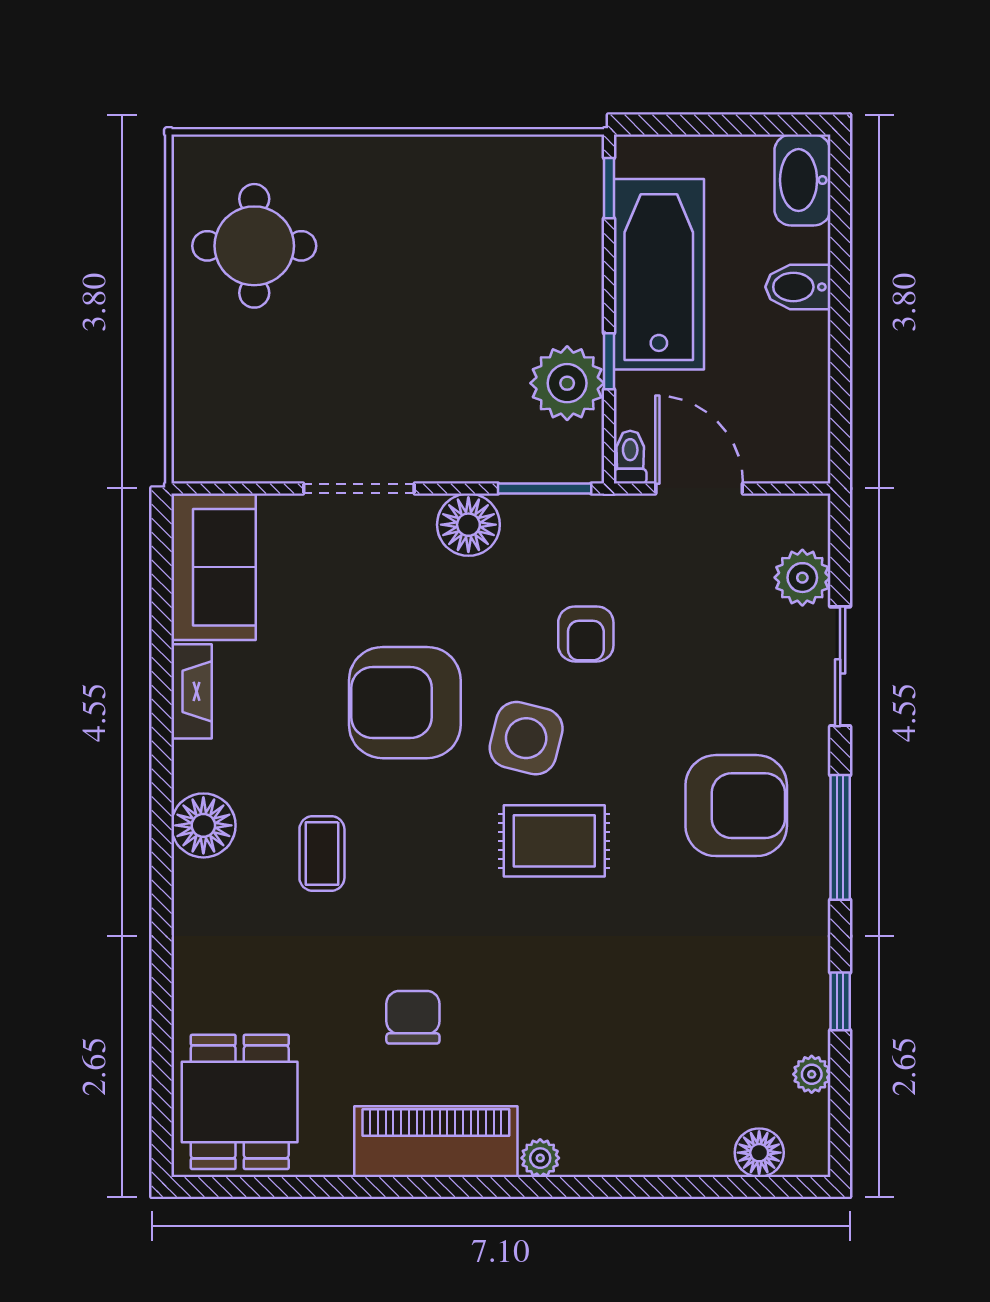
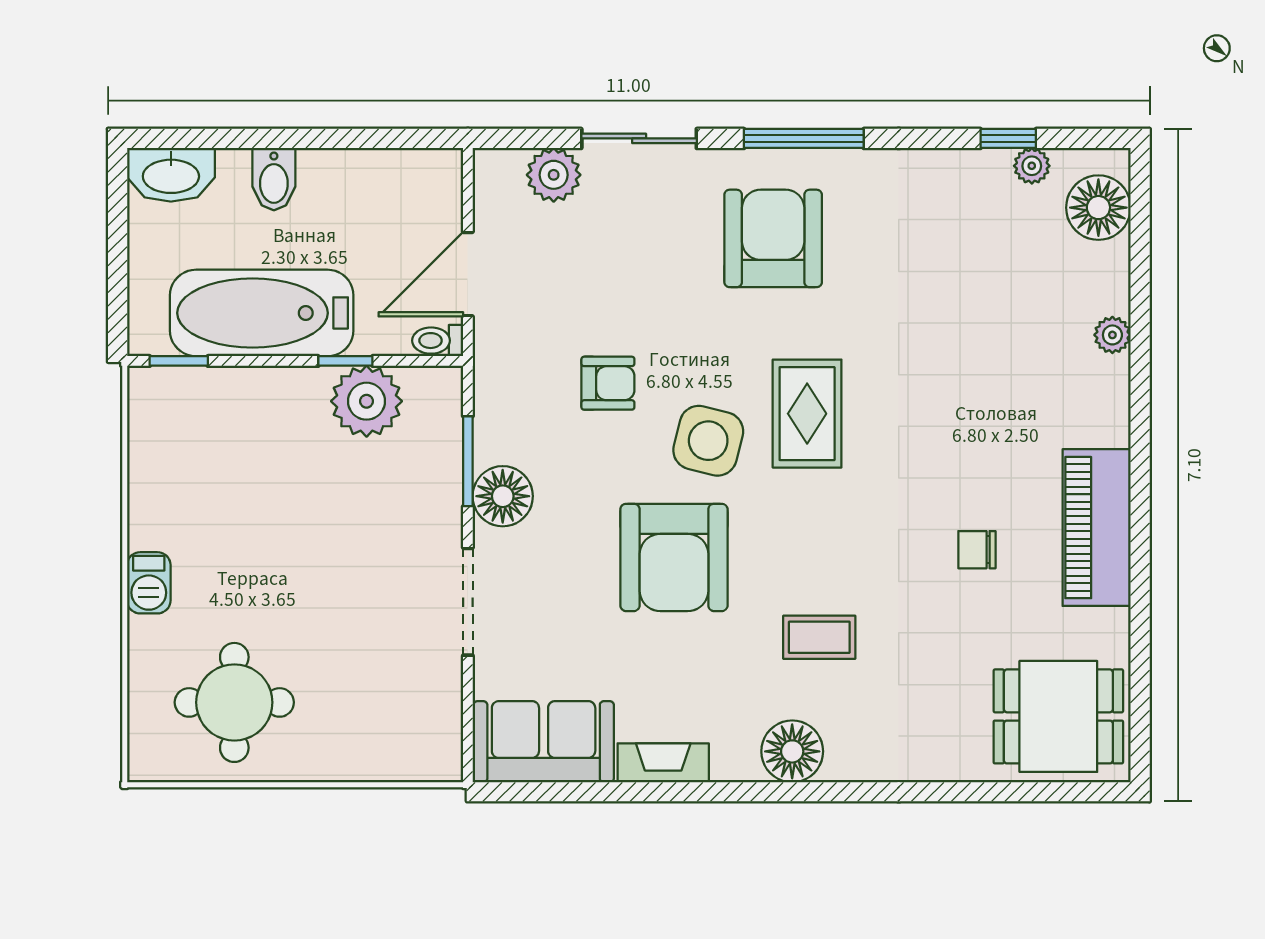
barbecue: (379, 157) -> (149, 583), added
window: (545, 488) -> (468, 461), moved
window: (840, 1001) -> (1008, 138), moved
chair: (413, 1017) -> (977, 550), width x0.73, depth x0.73
floor lamp: (759, 1153) -> (1098, 208), width x1.38, depth x1.38
plant: (540, 1158) -> (1112, 335), moved

